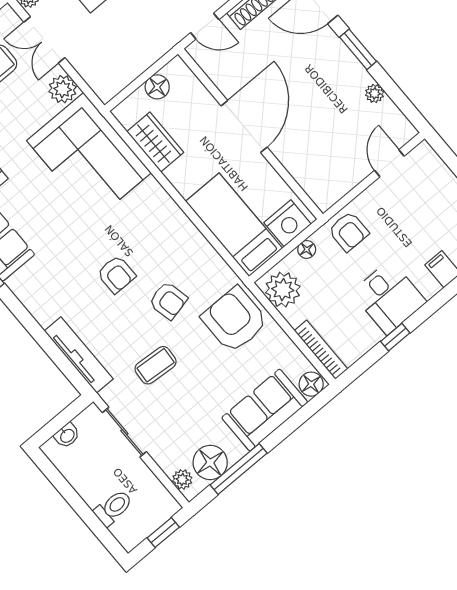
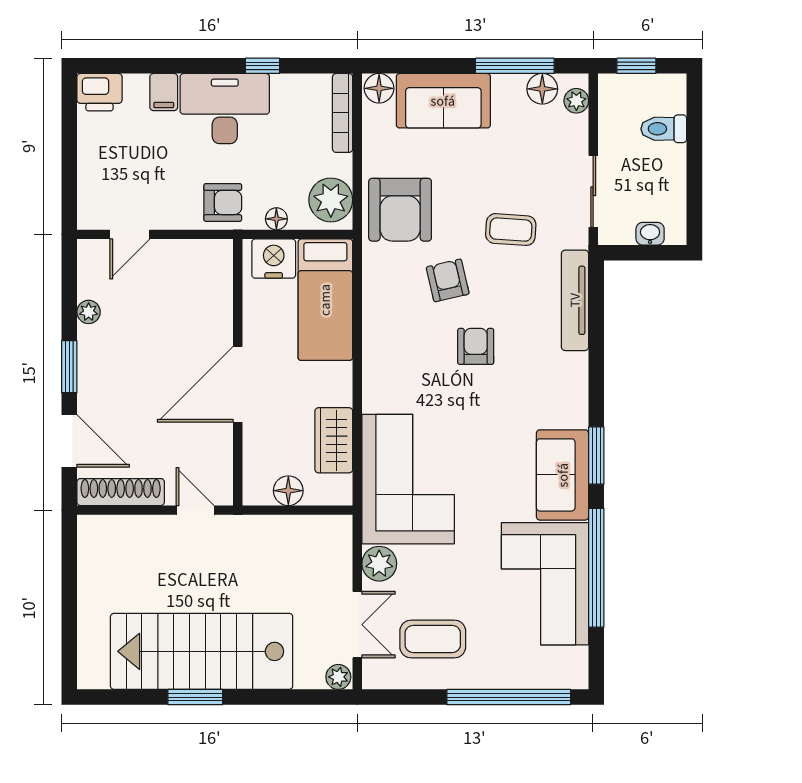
armchair: (348, 232) -> (223, 202), turned 90
desk: (389, 297) -> (225, 109), width x1.37
floor lamp: (210, 462) -> (542, 89), width x0.73, depth x0.73

